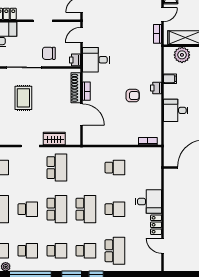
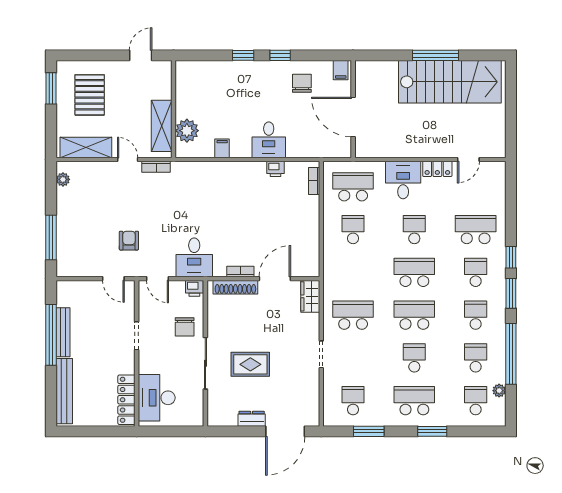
printer: (156, 88) -> (275, 169), moved
armchair: (133, 96) -> (129, 241), moved
wardrobe: (54, 139) -> (310, 296), moved
school desk: (144, 168) -> (353, 187), added

